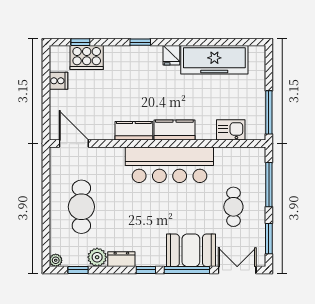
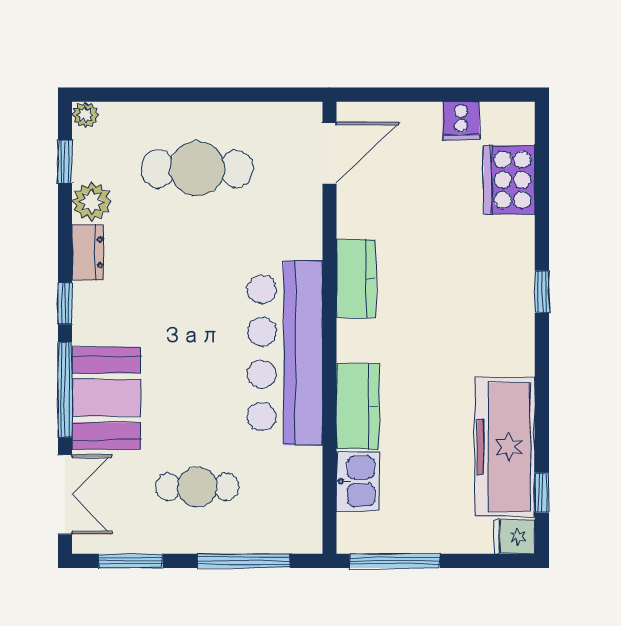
window: (80, 42) -> (542, 493), moved
fridge: (171, 55) -> (514, 537), moved
kitchen counter: (174, 130) -> (358, 406), moved

